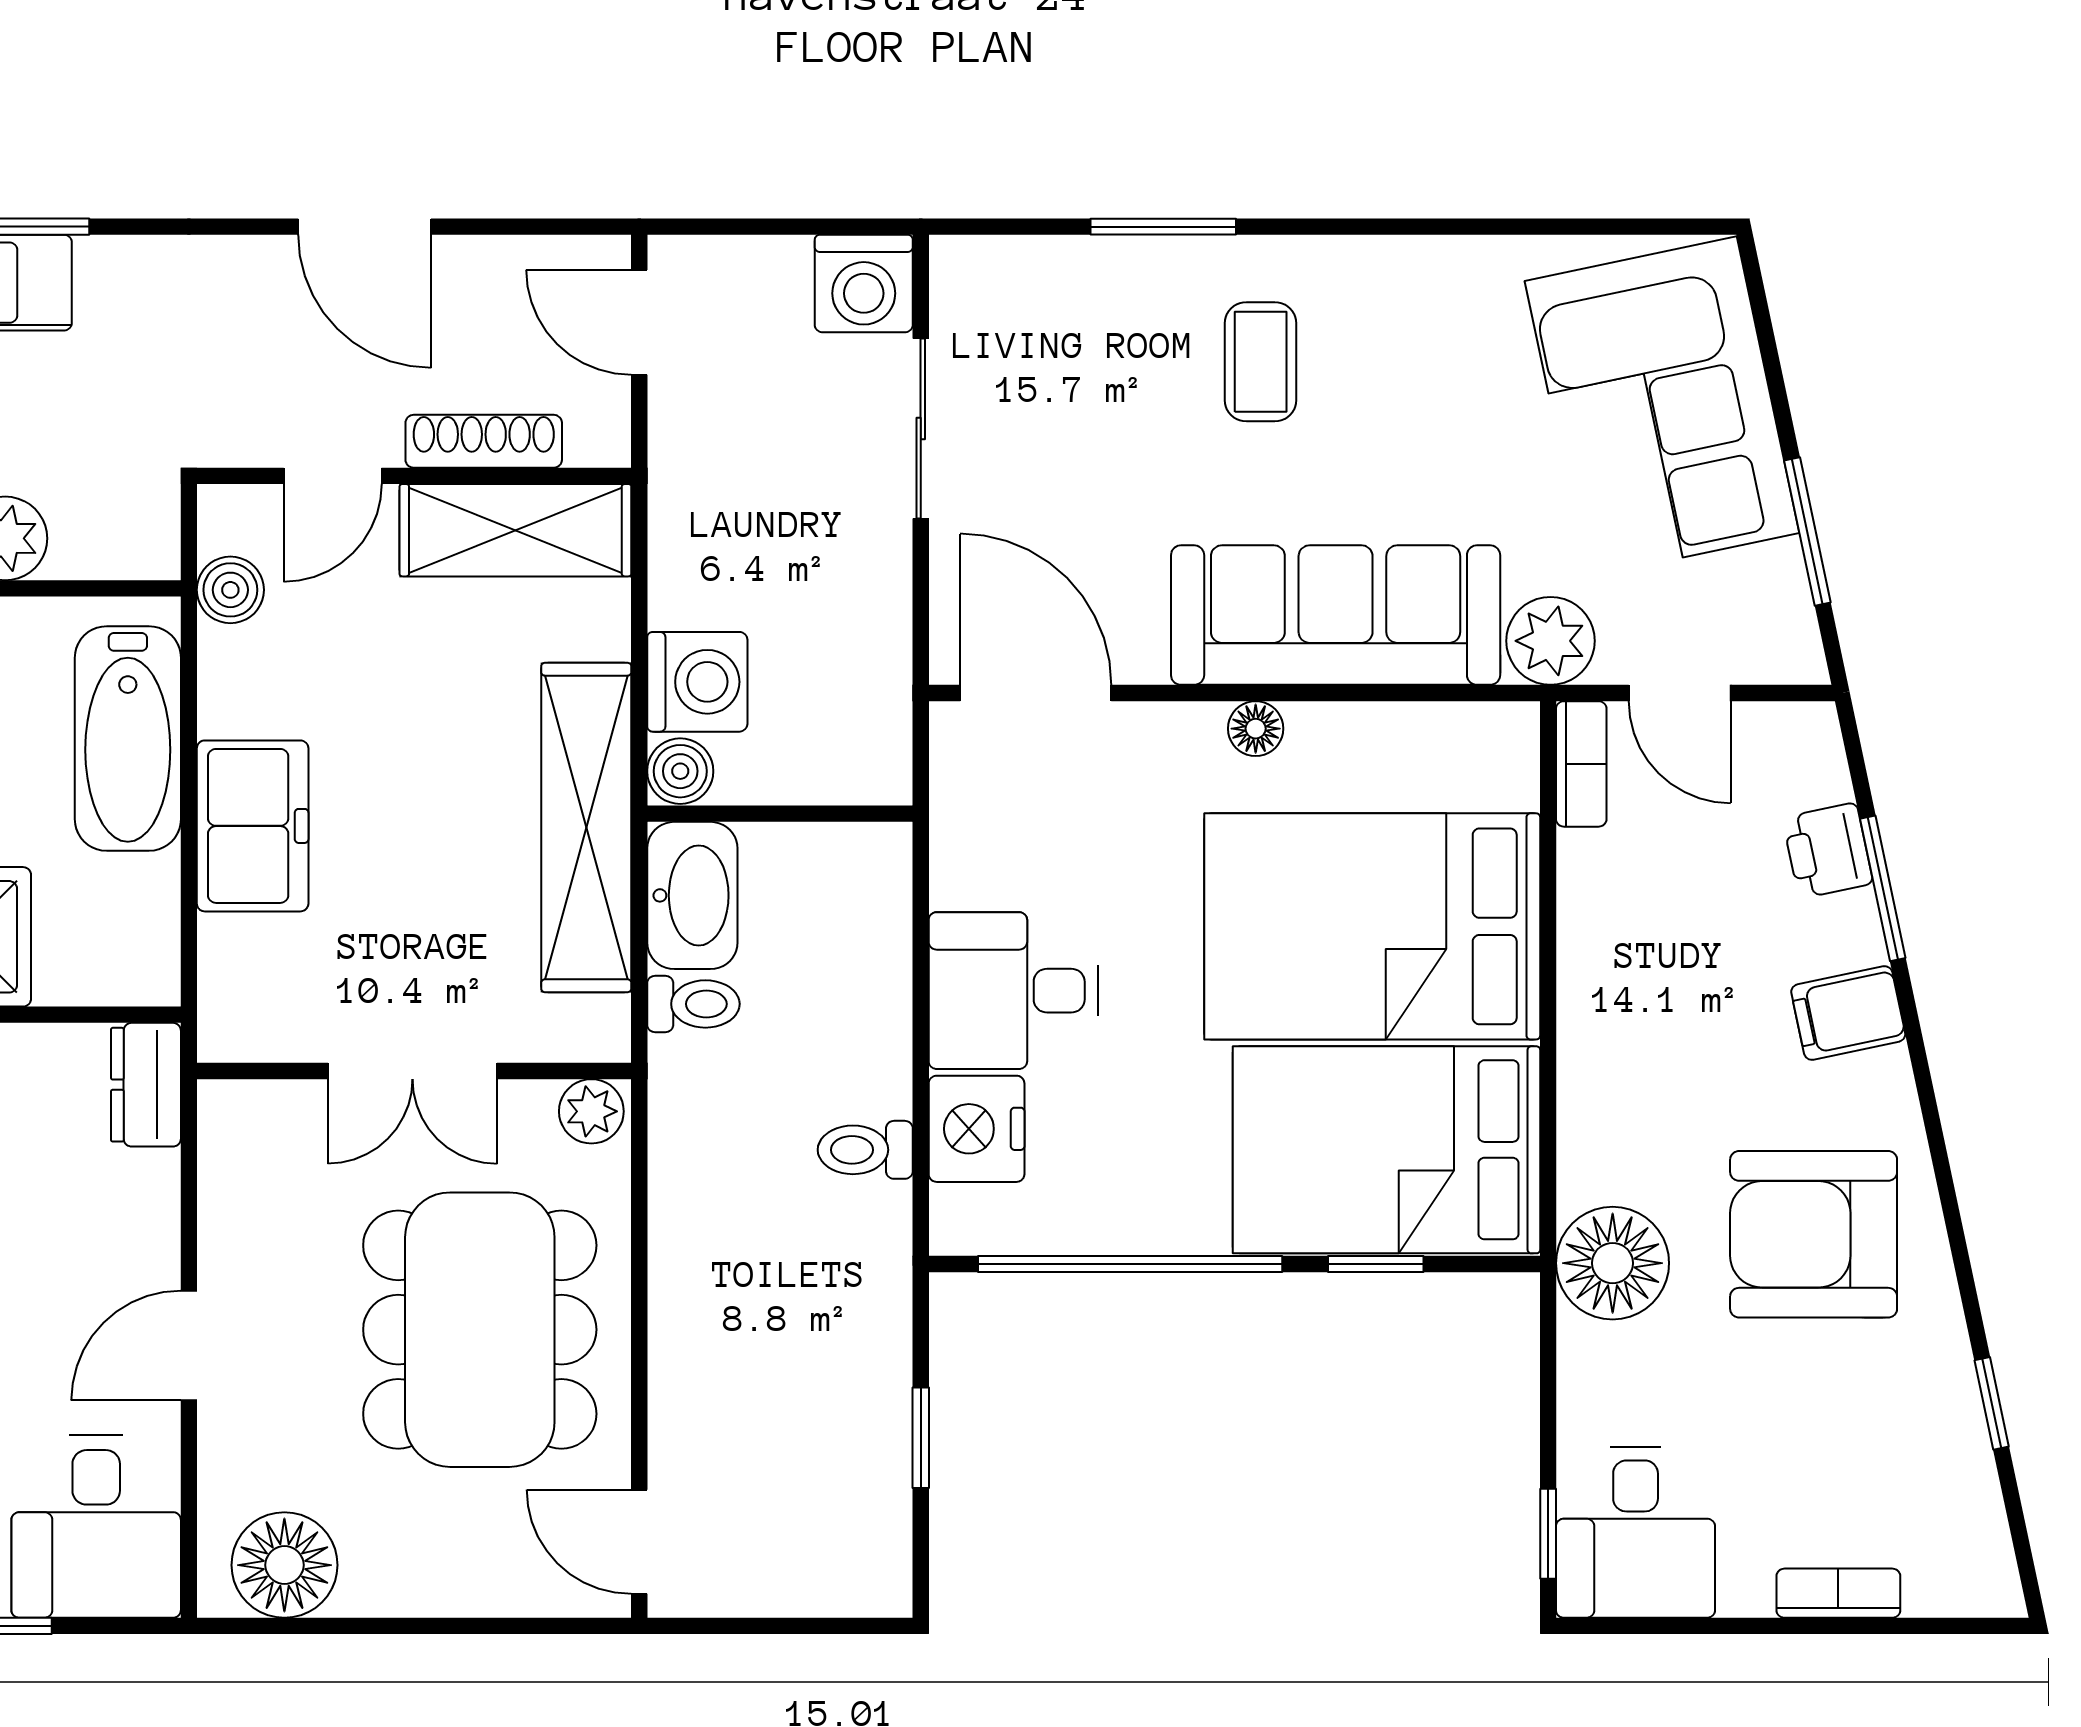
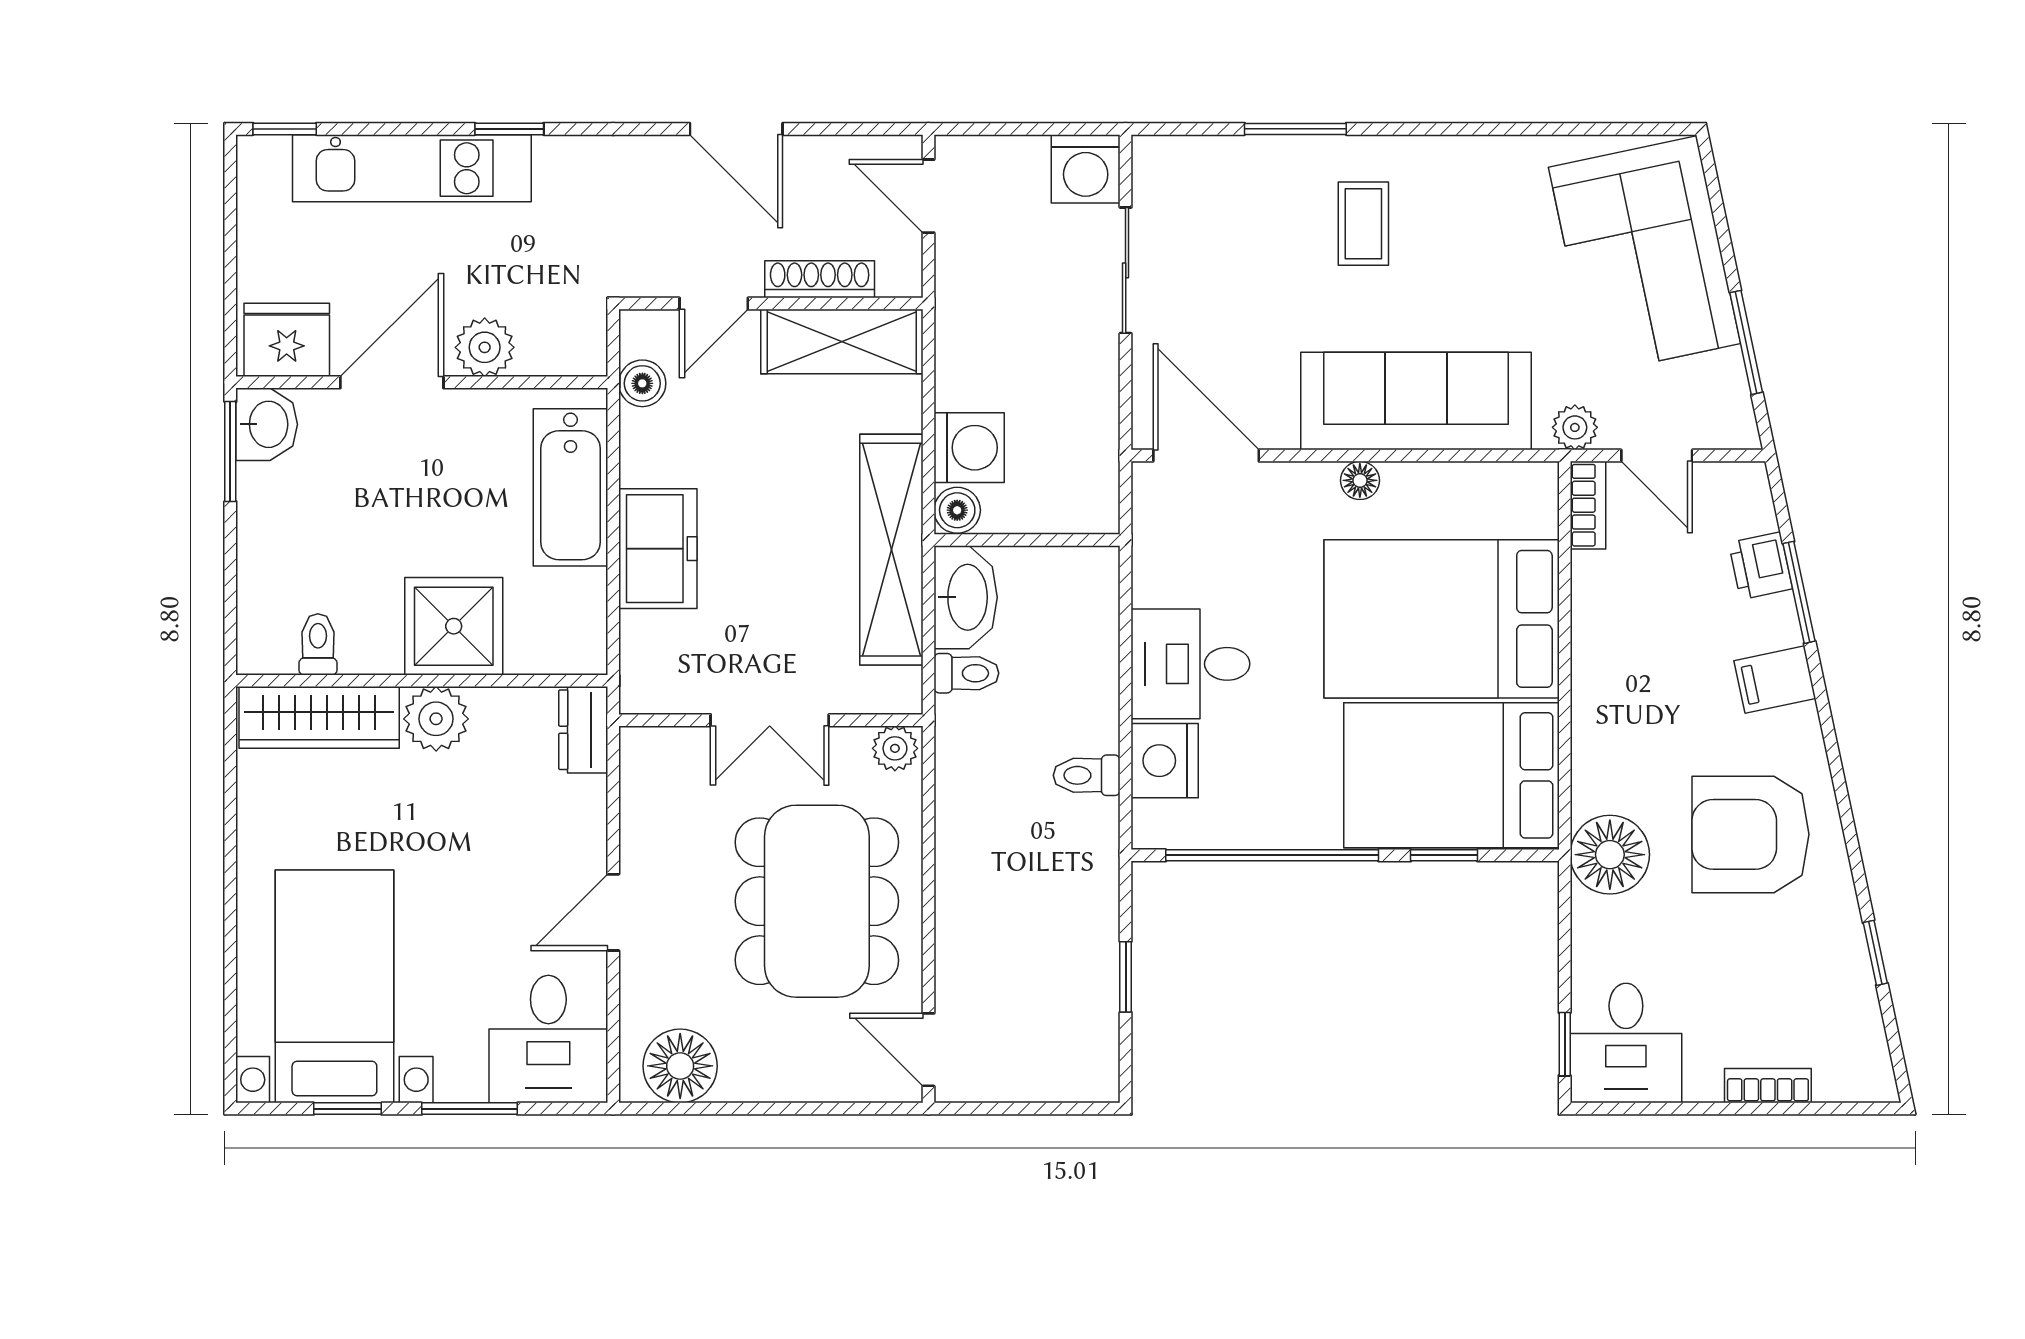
plant: (1551, 641) -> (1575, 427), width x0.73, depth x0.73

